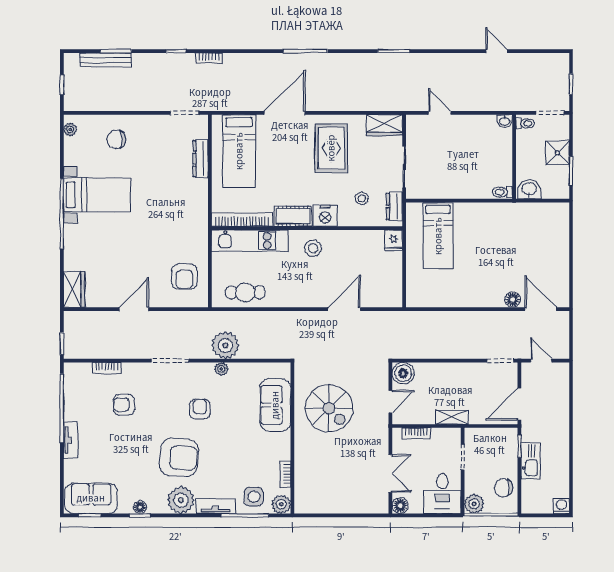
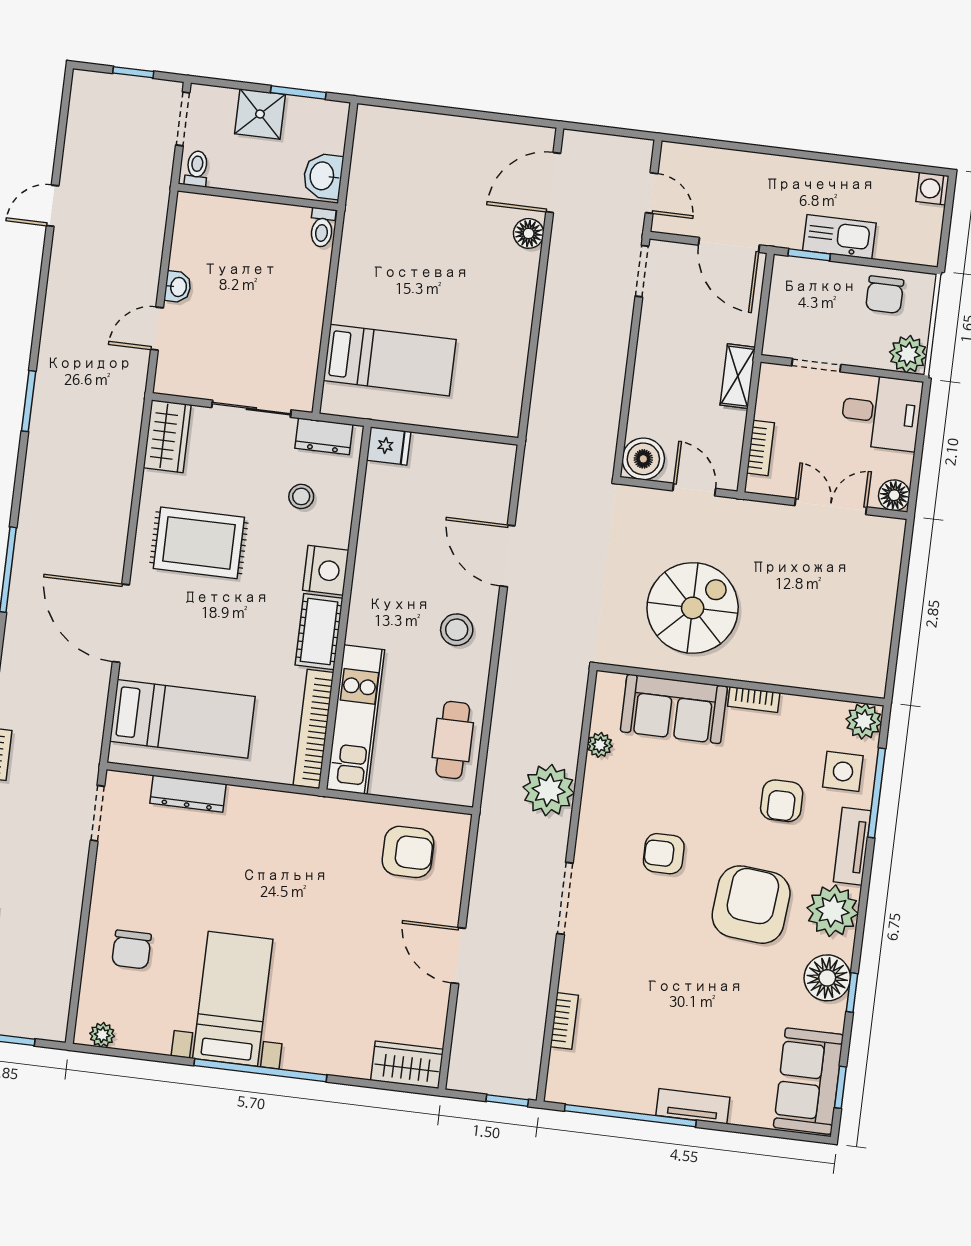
washbasin: (505, 121) -> (178, 287), moved
stool: (313, 248) -> (457, 630), moved
door: (541, 361) -> (652, 193), swing flipped
plant: (221, 369) -> (600, 745), moved
armchair: (124, 405) -> (782, 801), moved
bookcase: (285, 474) -> (754, 699), moved
floor lamp: (140, 507) -> (827, 978), width x1.89, depth x1.89

